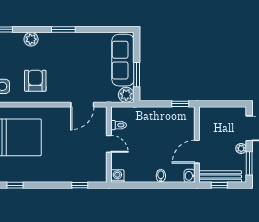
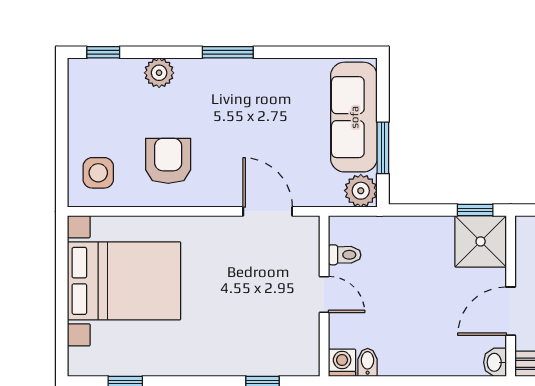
door: (82, 105) -> (268, 211), swing flipped
shower: (183, 119) -> (481, 241), added
bidet: (161, 176) -> (368, 362), moved

